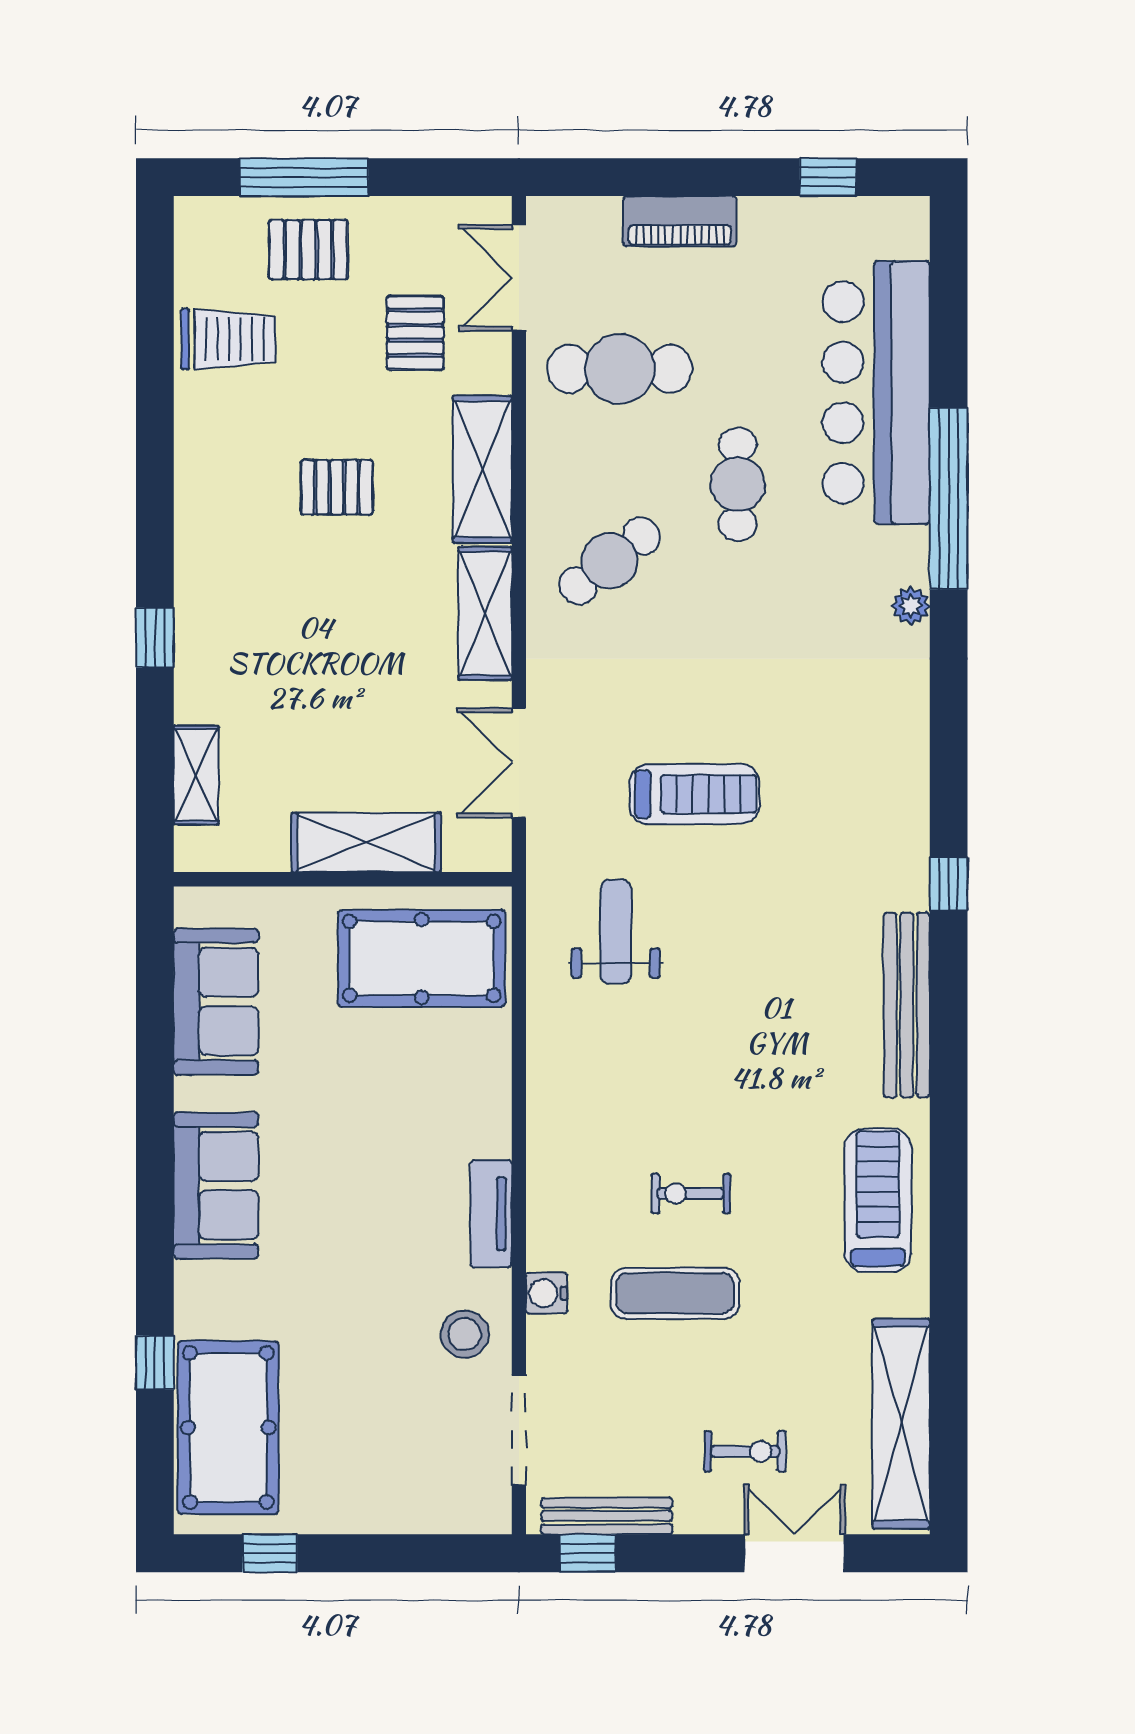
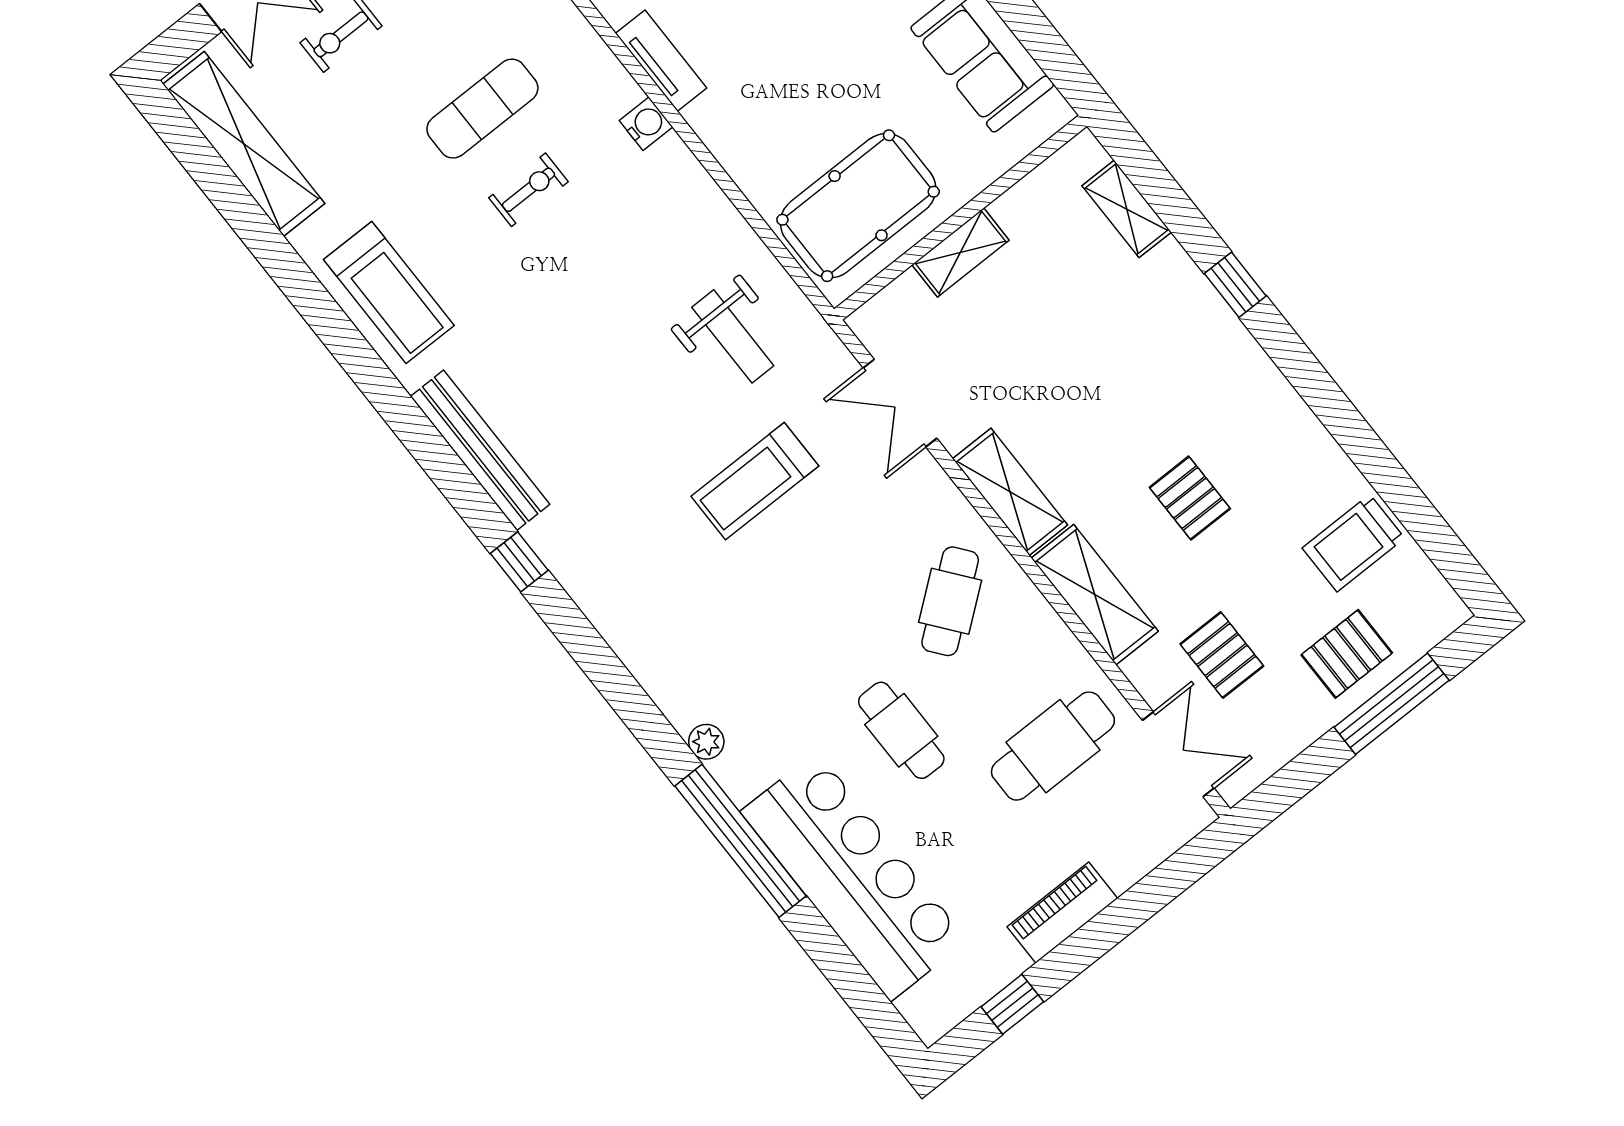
piano: (680, 221) -> (1062, 913), moved
pallet: (337, 487) -> (1190, 498), turned 90
double door: (519, 763) -> (900, 403), swing flipped
shelving: (366, 842) -> (960, 252), width x0.67, depth x0.75
water cooler: (547, 1293) -> (646, 124), moved

